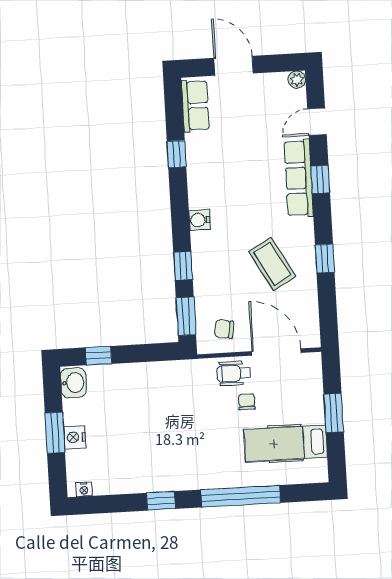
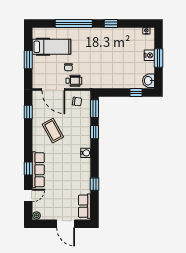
window: (325, 259) -> (28, 112), moved

